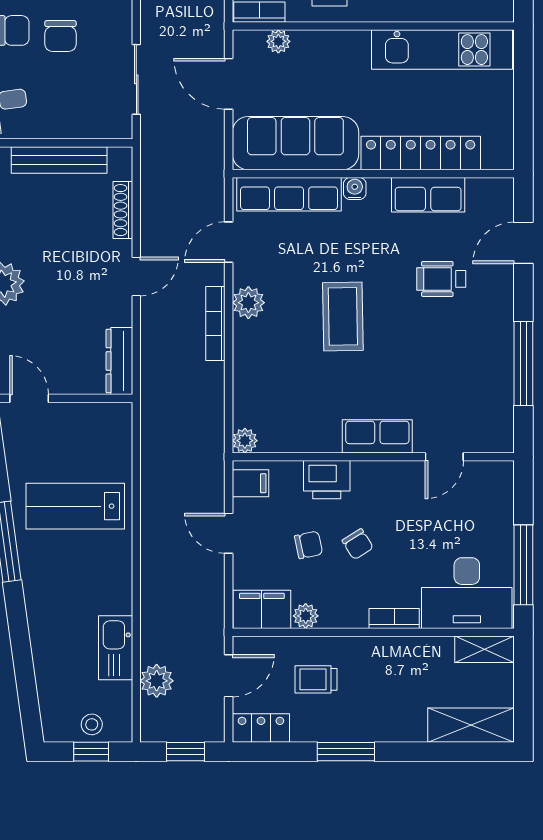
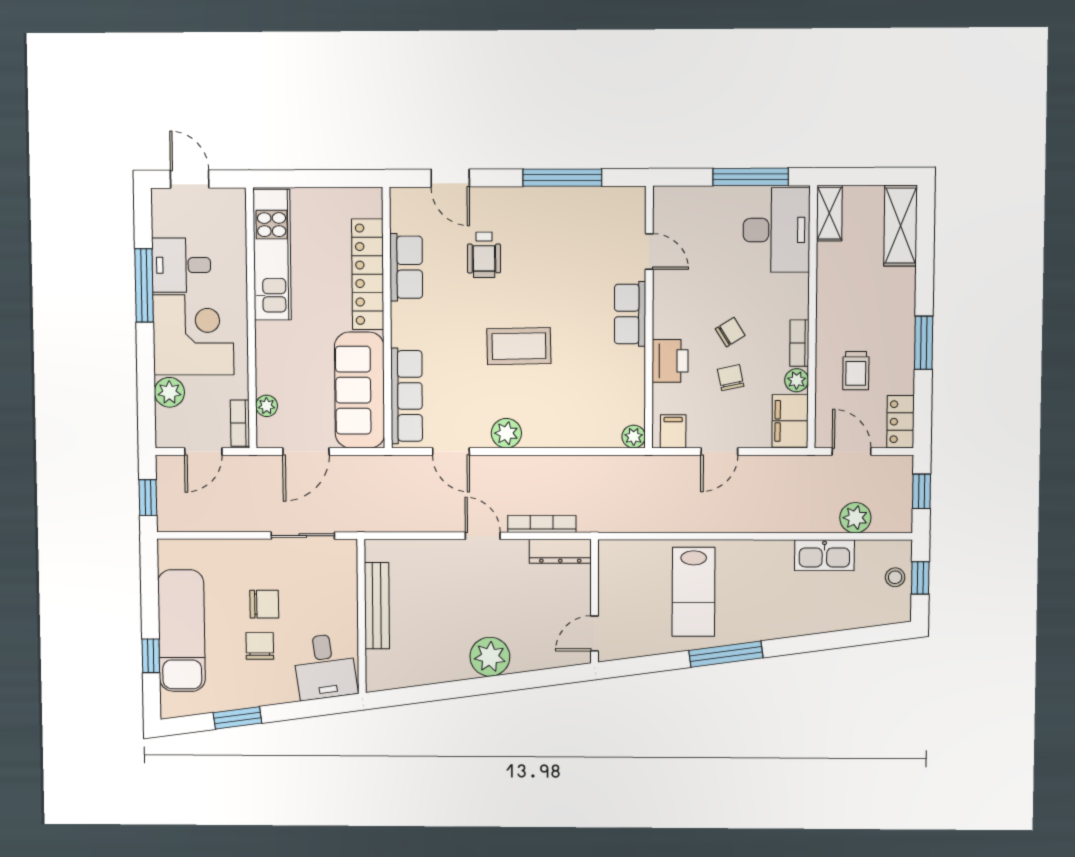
water cooler: (355, 189) -> (401, 335), removed
shoe rack: (123, 210) -> (422, 548), removed
bookcase: (215, 323) -> (542, 524), moved, turned 180
bookcase: (394, 619) -> (799, 343), moved

